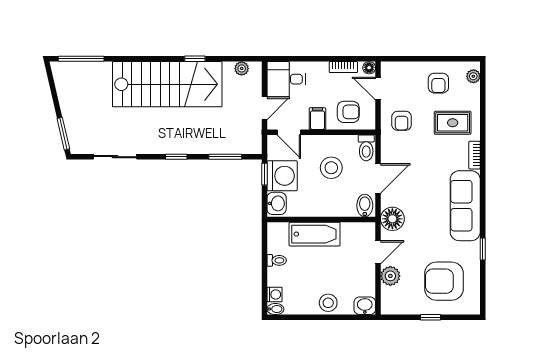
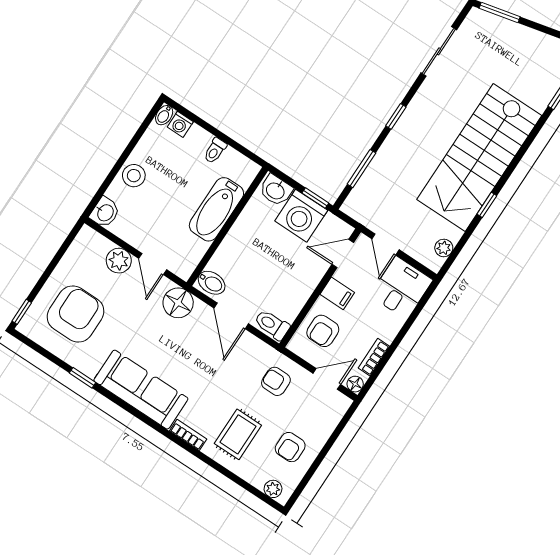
armchair: (438, 83) -> (290, 447), turned -90
stool: (331, 168) -> (275, 274), removed
window: (431, 317) -> (22, 312), moved

